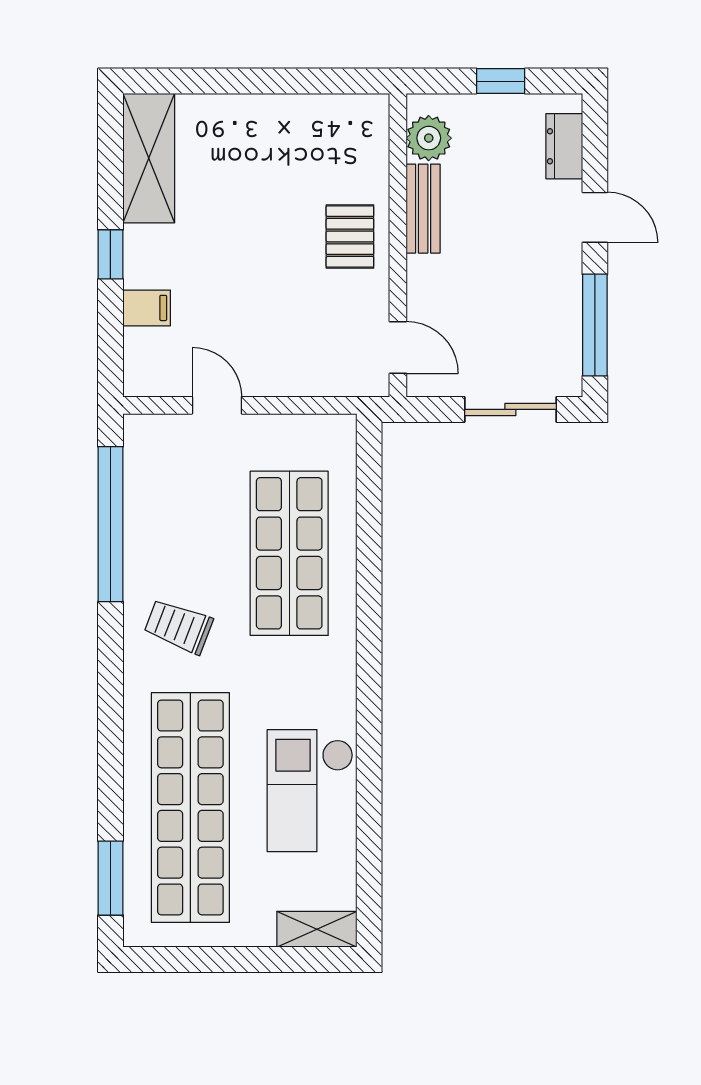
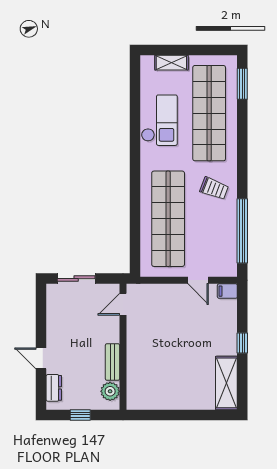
pallet: (350, 236) -> (143, 350), removed
filing cabinet: (147, 308) -> (227, 291), moved
window: (595, 325) -> (41, 314), removed
door: (398, 347) -> (123, 304), hinge flipped
shop shelf: (289, 553) -> (168, 219), width x1.40
shelving: (317, 929) -> (171, 63), moved

